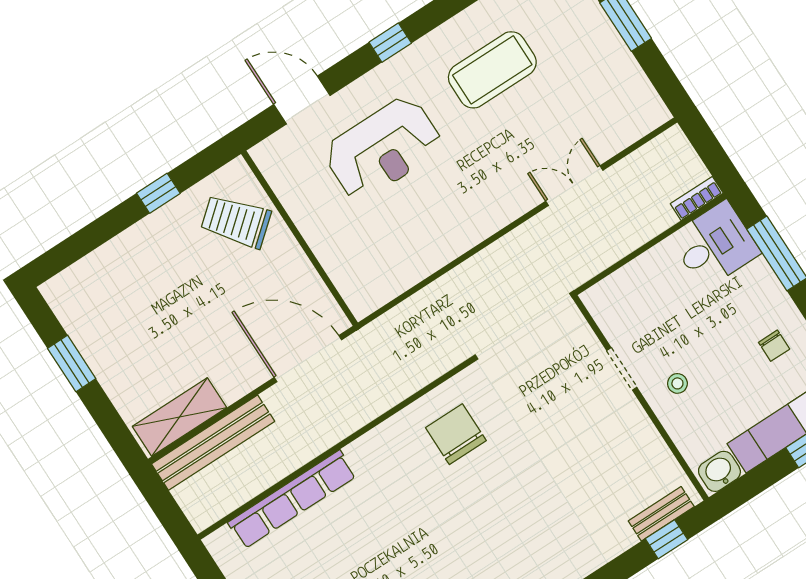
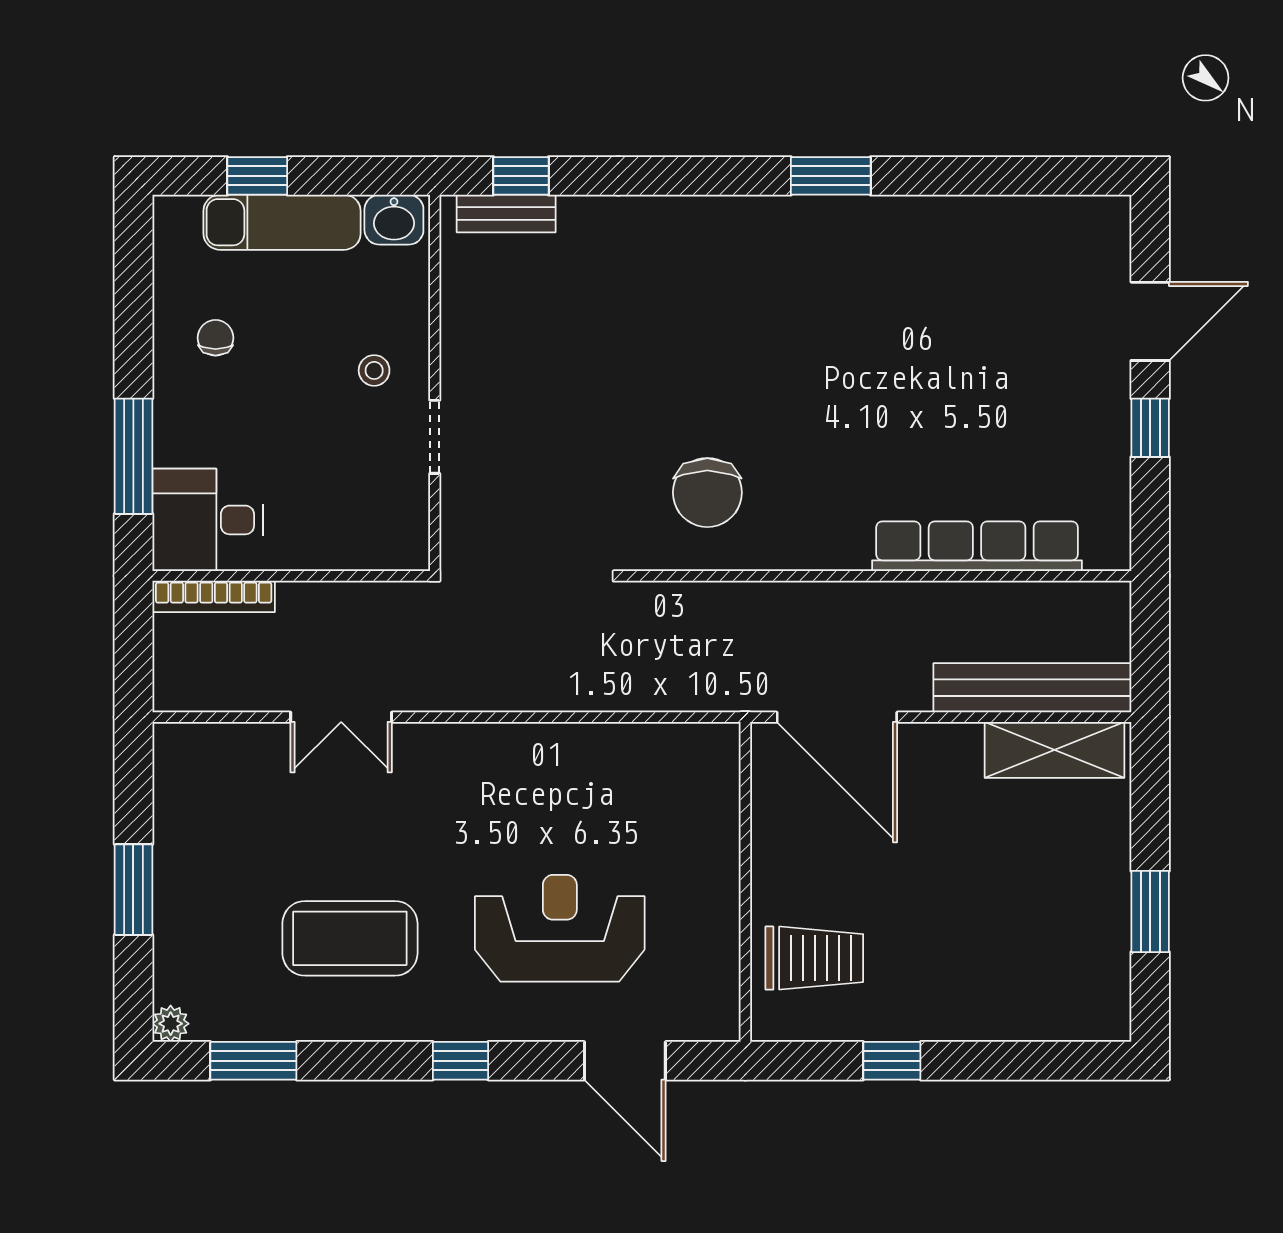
bookcase: (697, 198) -> (214, 596), width x1.56
trolley: (236, 221) -> (814, 958), turned -50

